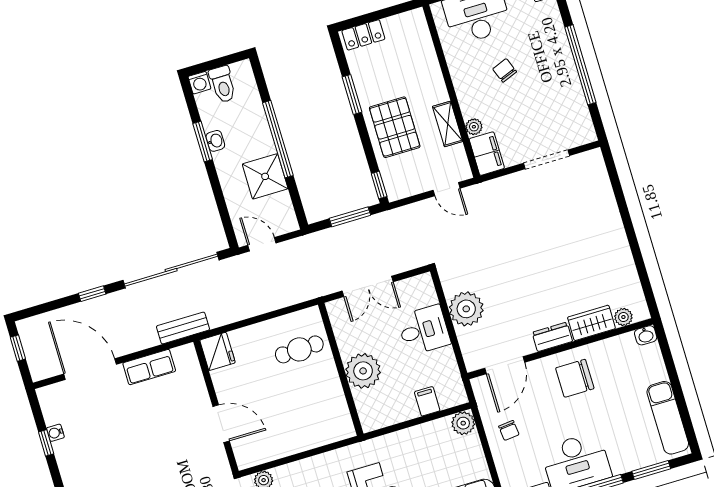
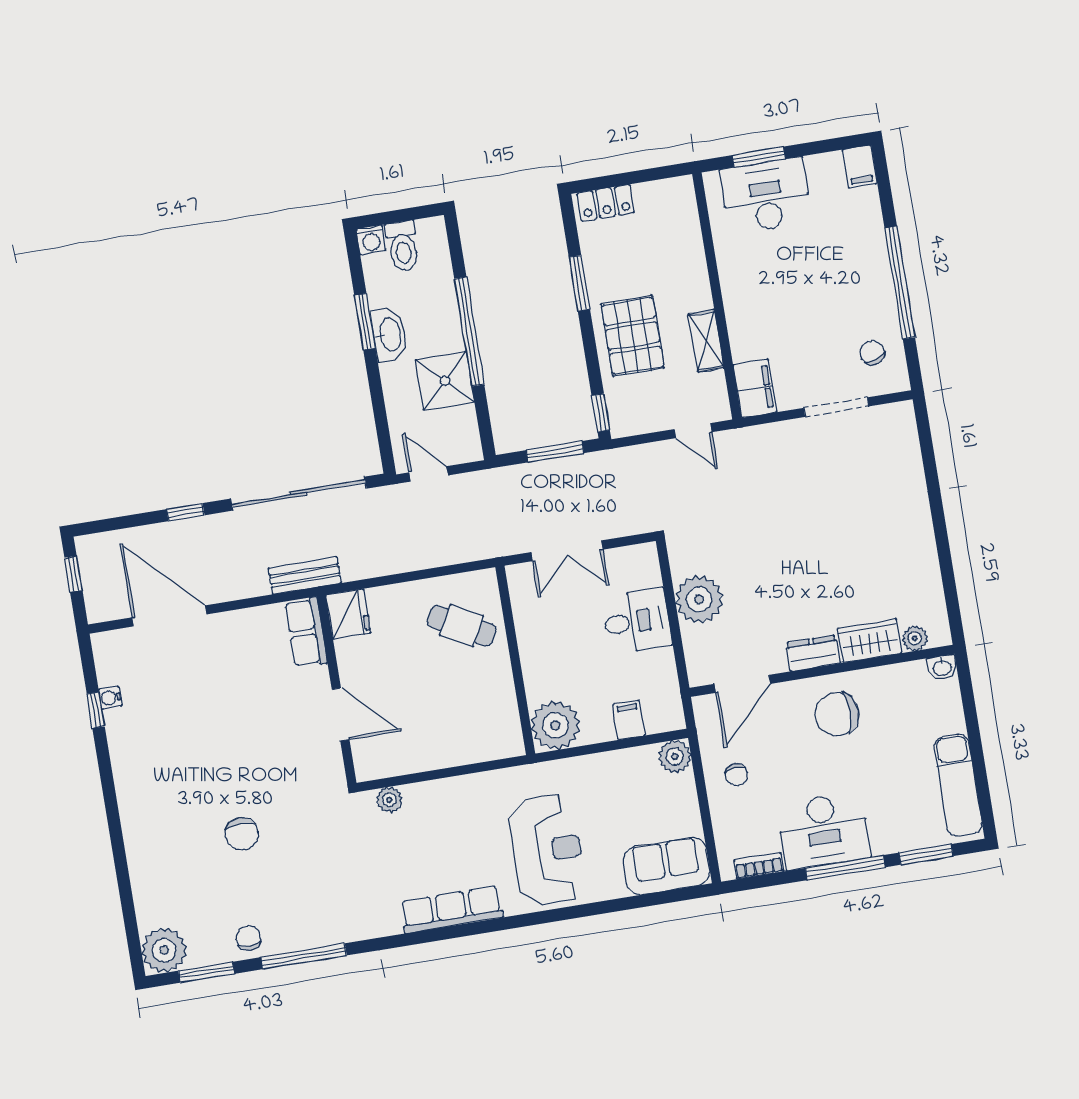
chair: (505, 70) -> (872, 353), moved
plant: (474, 127) -> (742, 349), removed
washbasin: (215, 141) -> (389, 335), width x1.91, depth x1.45
cafe table: (299, 349) -> (462, 626), turned 30
row of seats: (149, 367) -> (306, 632), moved, turned 90
plant: (363, 371) -> (555, 725), moved

